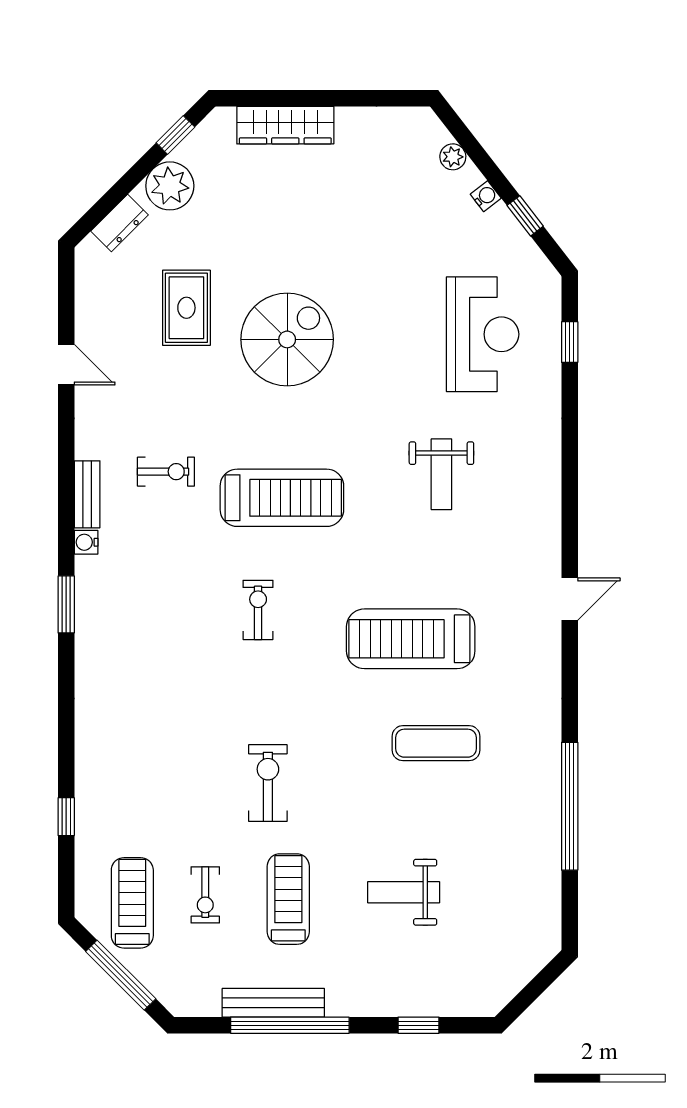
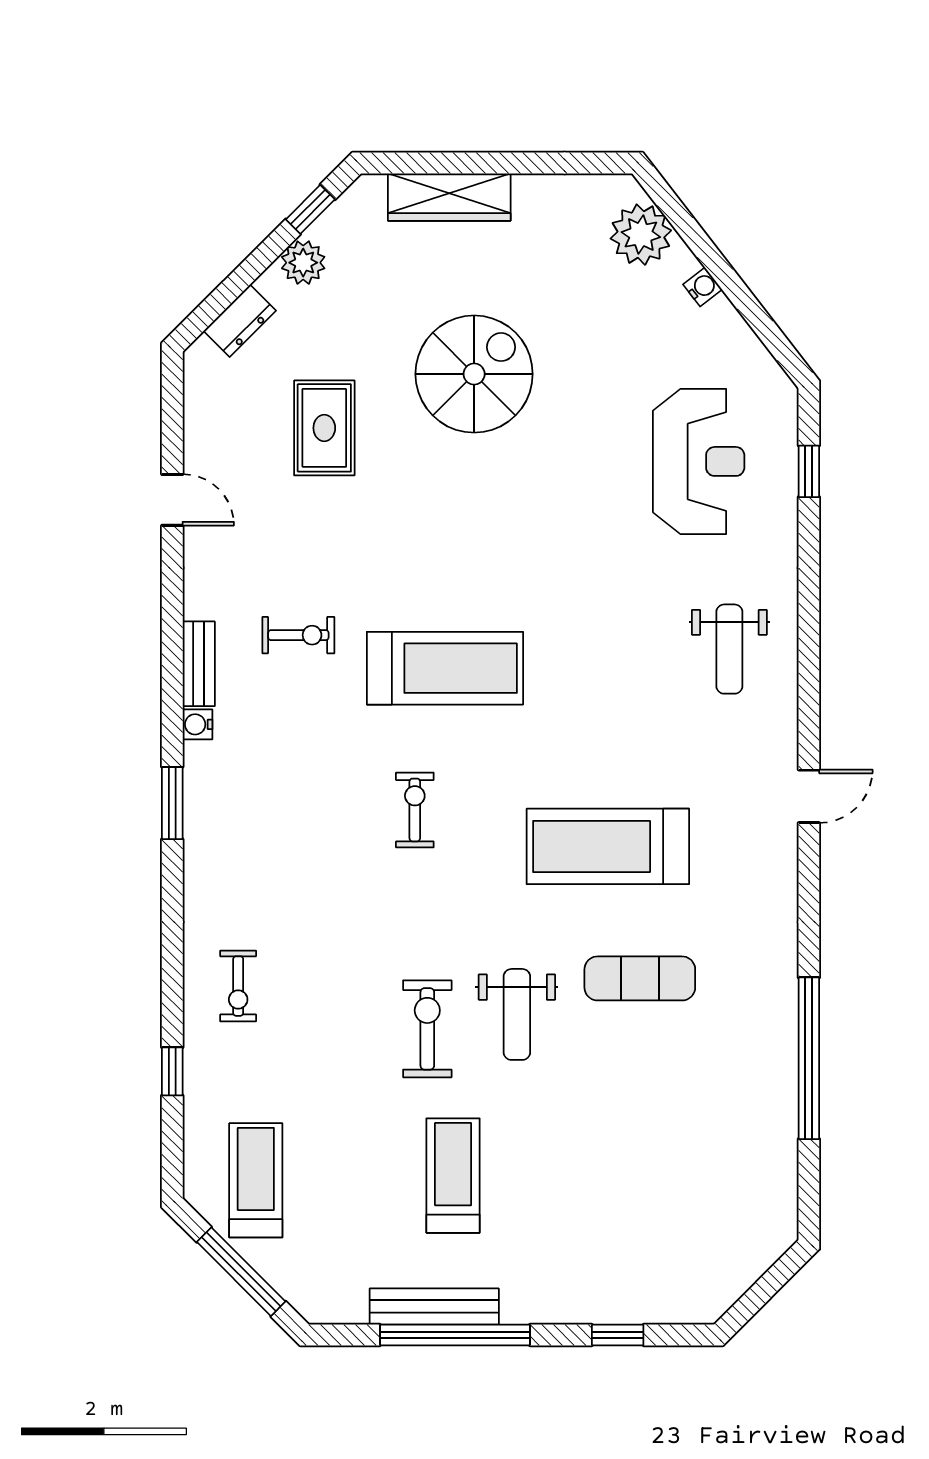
plant: (453, 157) -> (641, 235), width x1.88, depth x1.88
plant: (170, 186) -> (303, 263), width x0.73, depth x0.73
window: (525, 216) -> (753, 312), removed
spiral stairs: (287, 339) -> (474, 374), moved
weight bench: (441, 474) -> (729, 649), moved
weight bench: (404, 892) -> (517, 1014), moved, turned -90
exercise bike: (205, 895) -> (238, 986), moved

